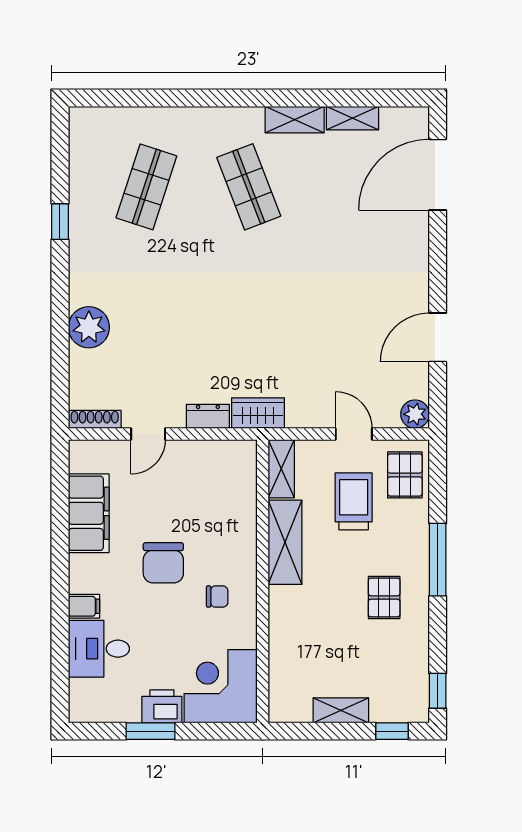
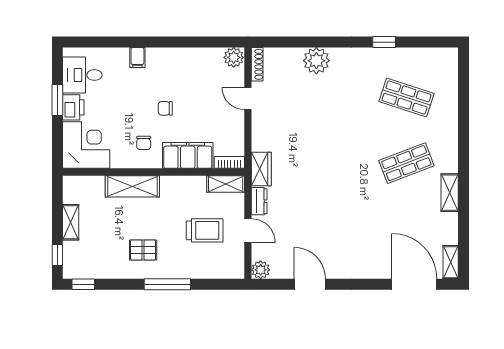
shelving: (353, 118) -> (451, 262), moved
dresser: (208, 416) -> (259, 201), moved
door: (354, 434) -> (248, 231), hinge flipped
plant: (84, 456) -> (234, 57), added
bookcase: (248, 463) -> (229, 162), added
pallet: (405, 475) -> (222, 263), removed
filing cabinet: (89, 513) -> (188, 155), moved, turned 180
shelving: (285, 542) -> (132, 186), moved
chair: (163, 563) -> (165, 108), width x0.54, depth x0.54
desk: (99, 649) -> (82, 75), moved, turned -90

